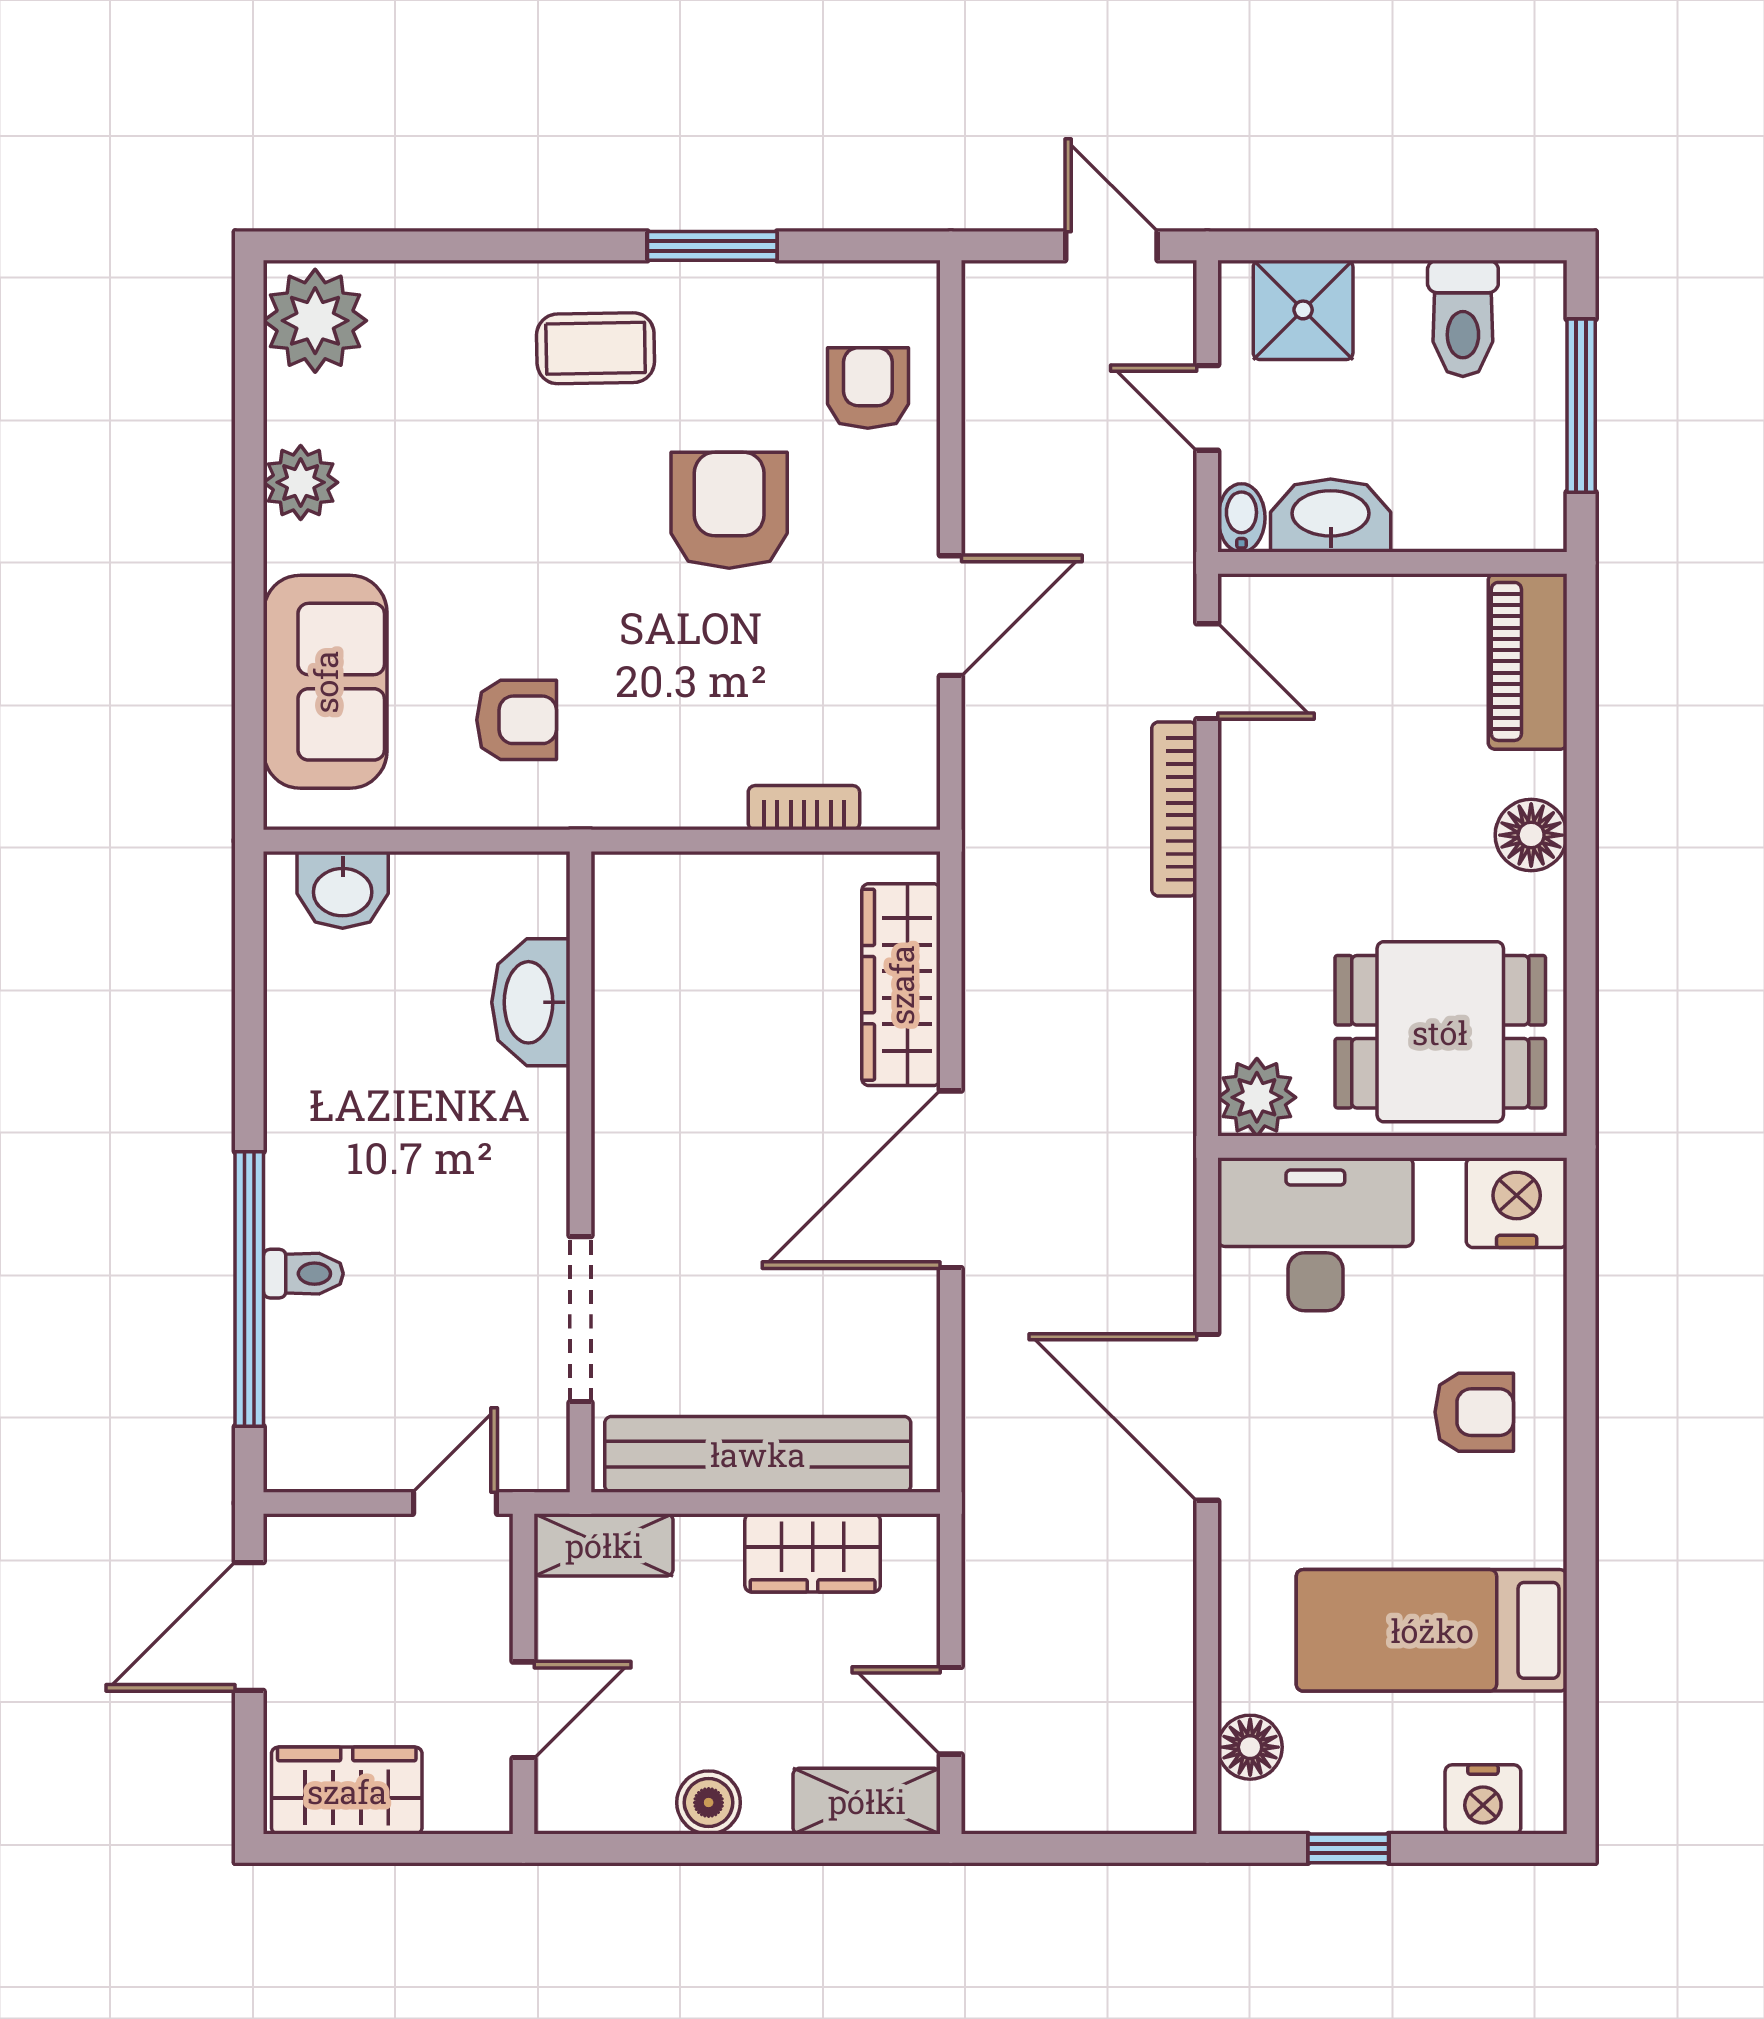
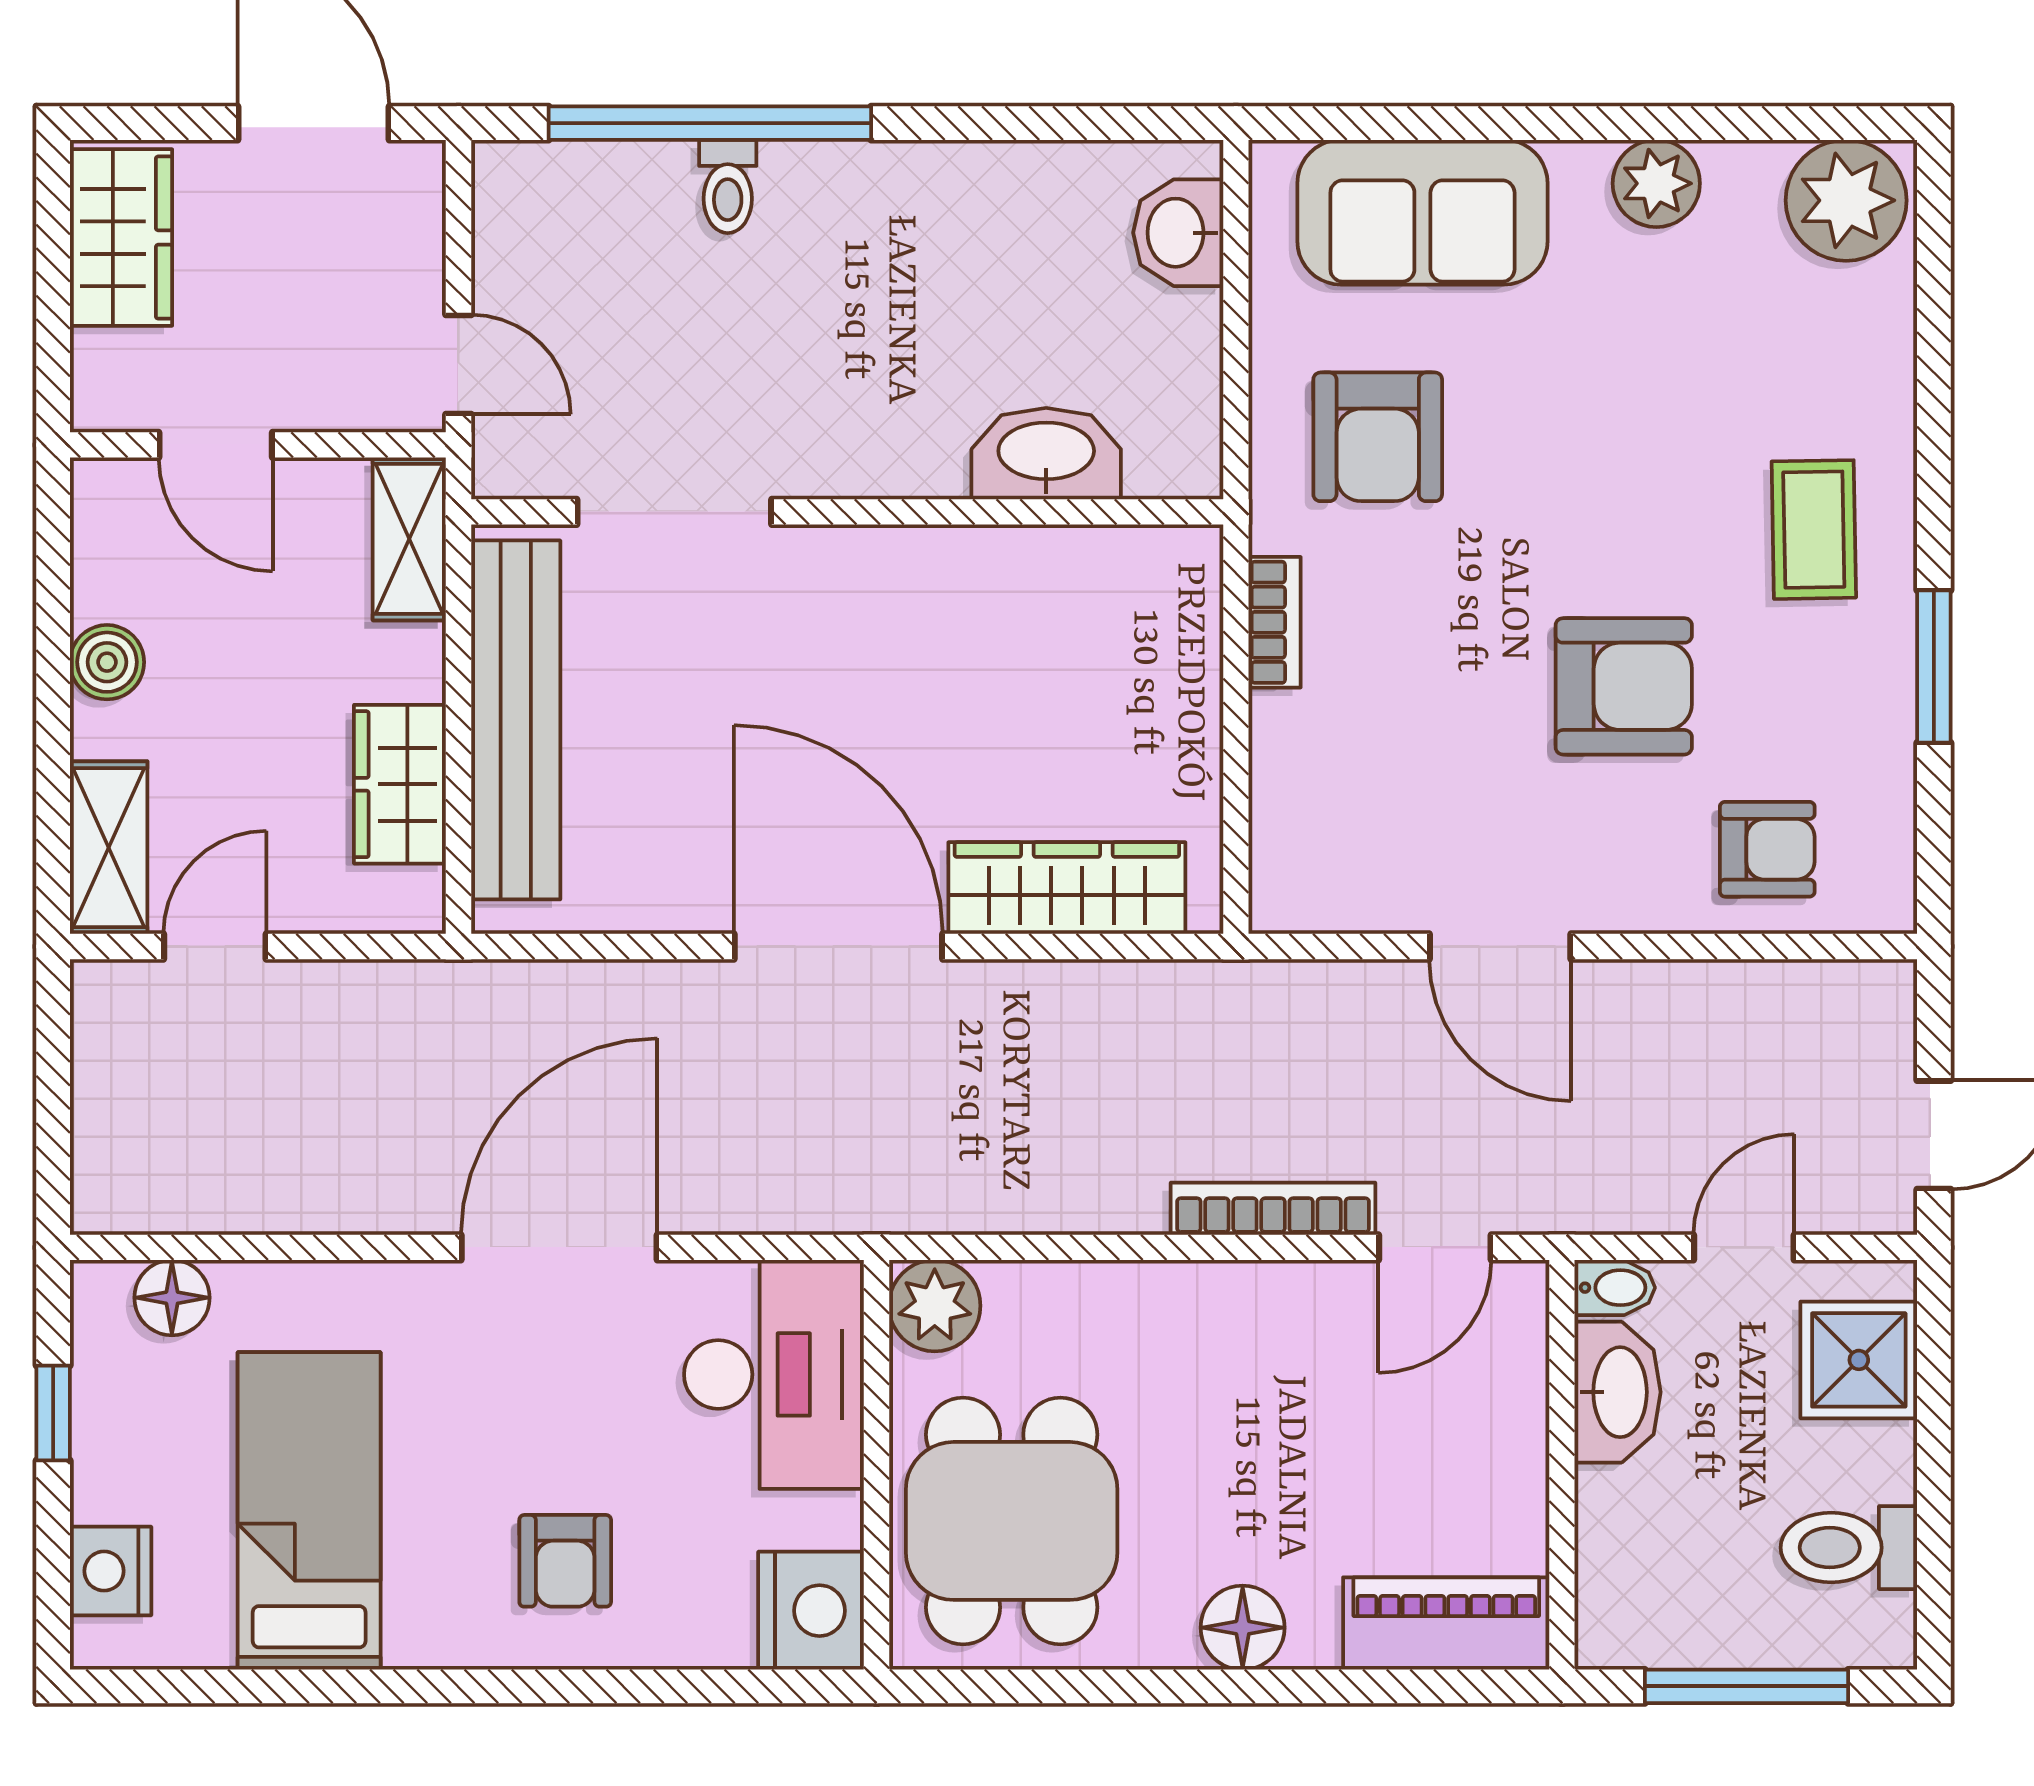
armchair: (517, 720) -> (1378, 437), width x1.38, depth x1.38
bookcase: (804, 808) -> (1275, 622), moved

